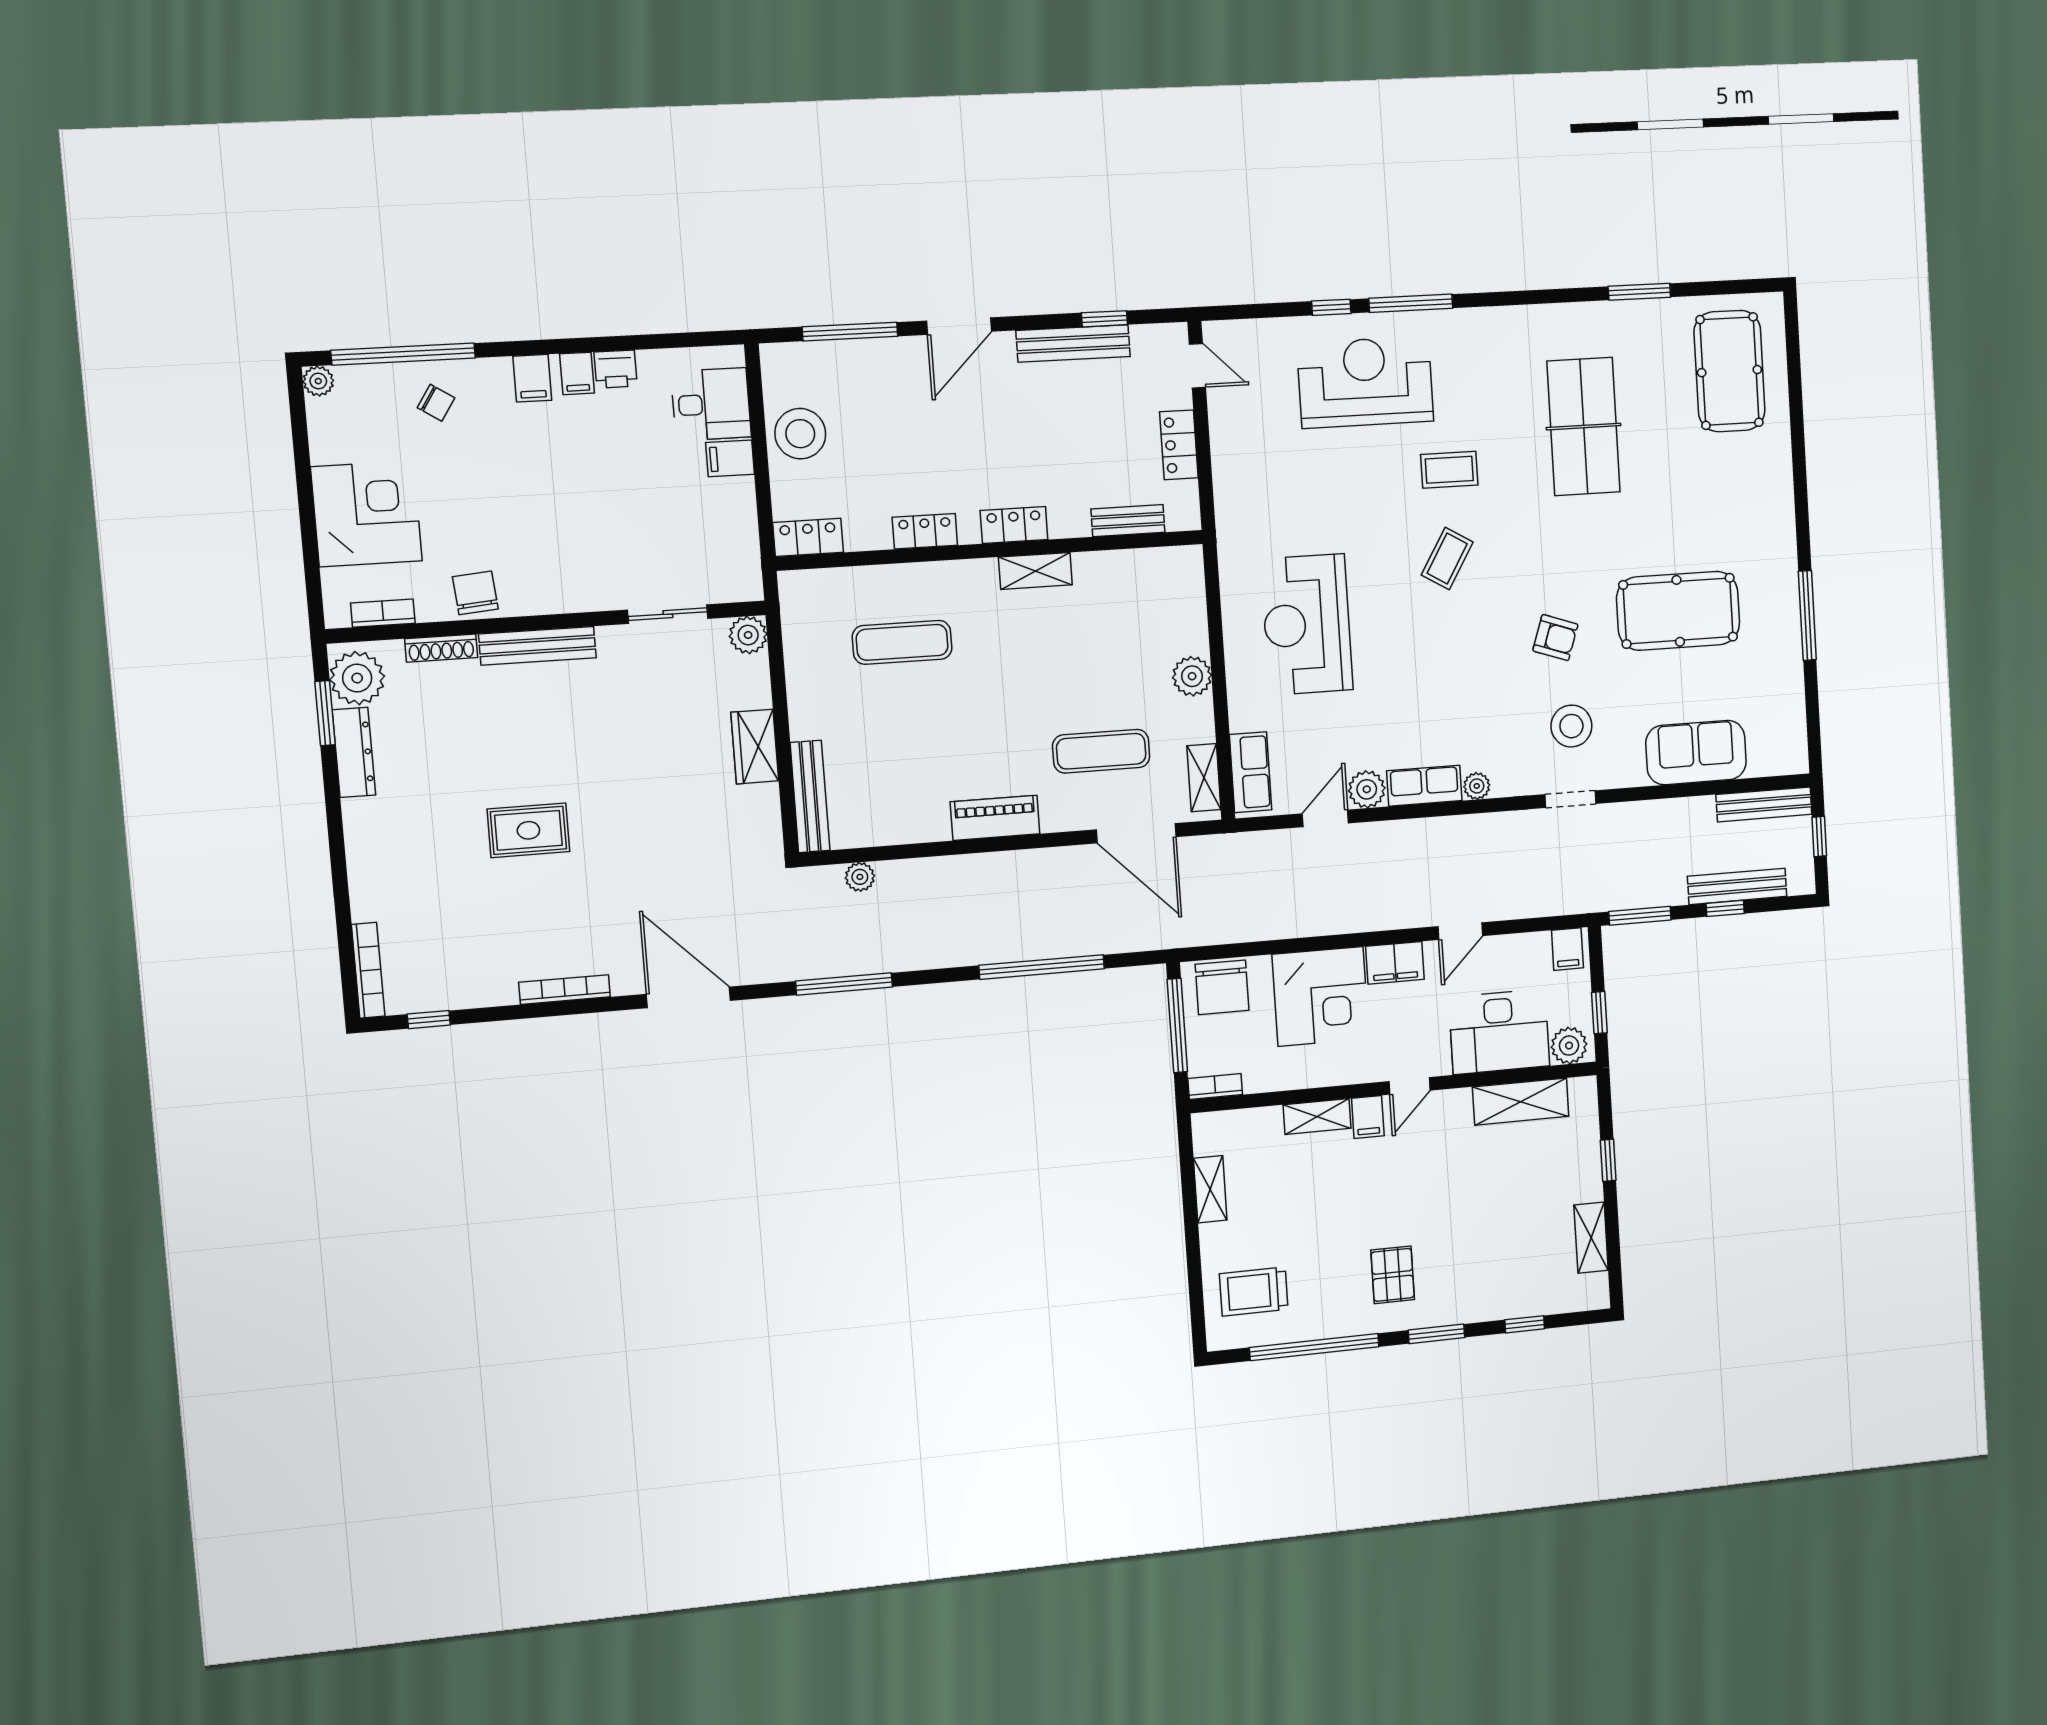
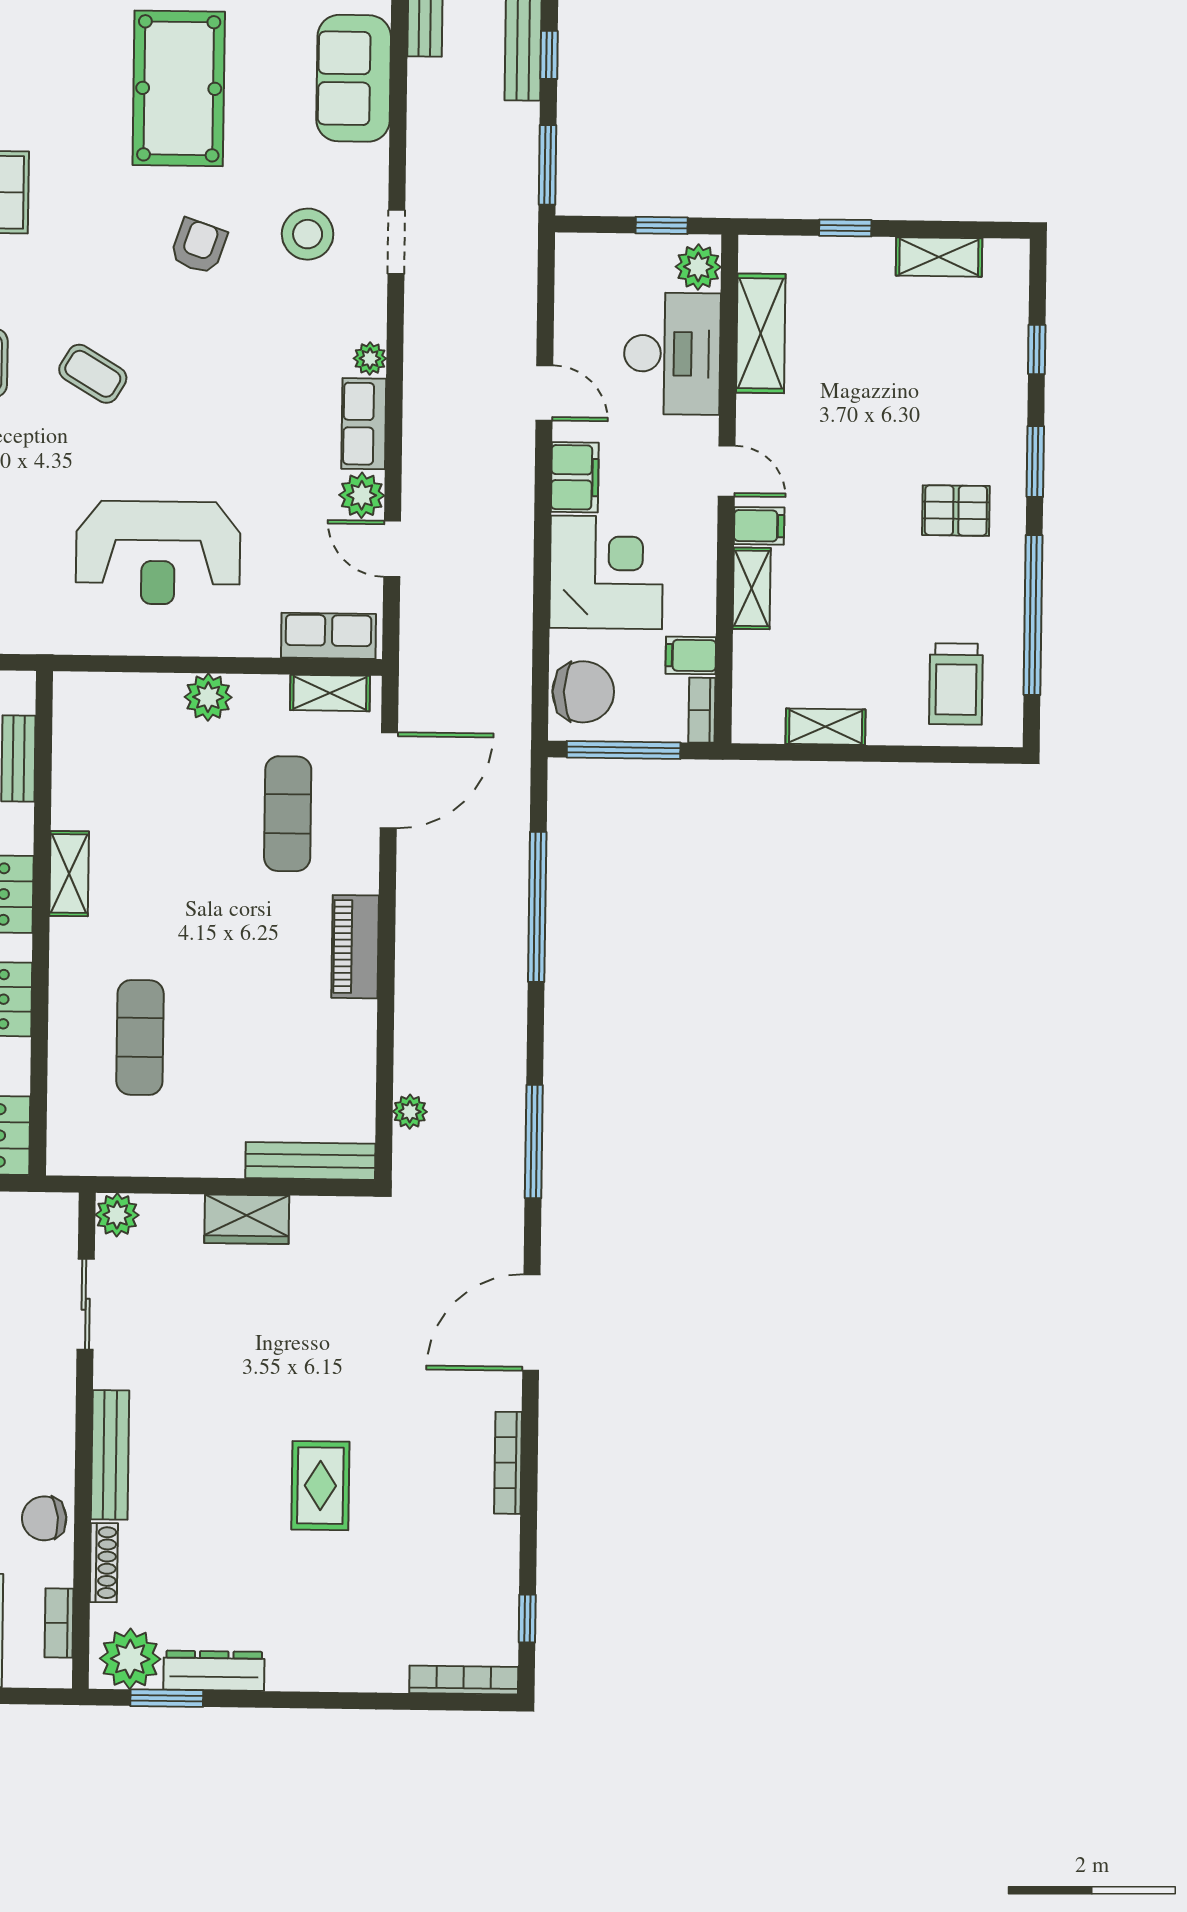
filing cabinet: (1567, 949) -> (691, 655), moved, turned 180

